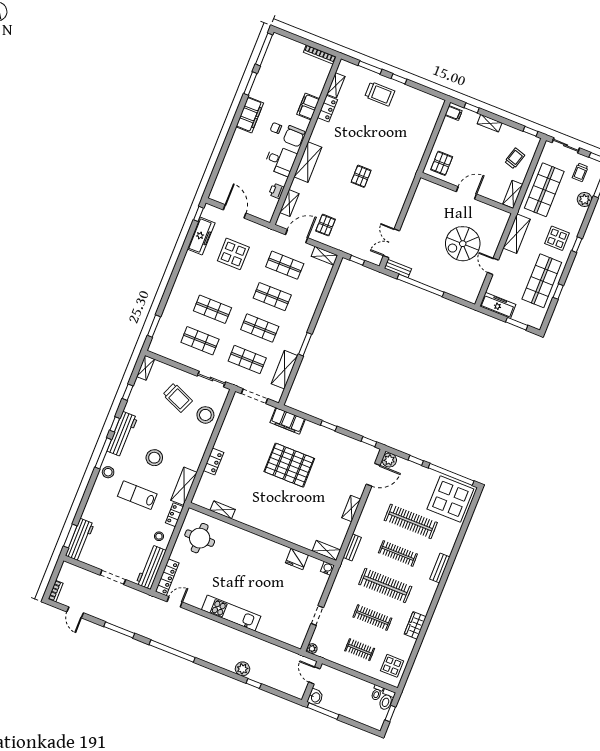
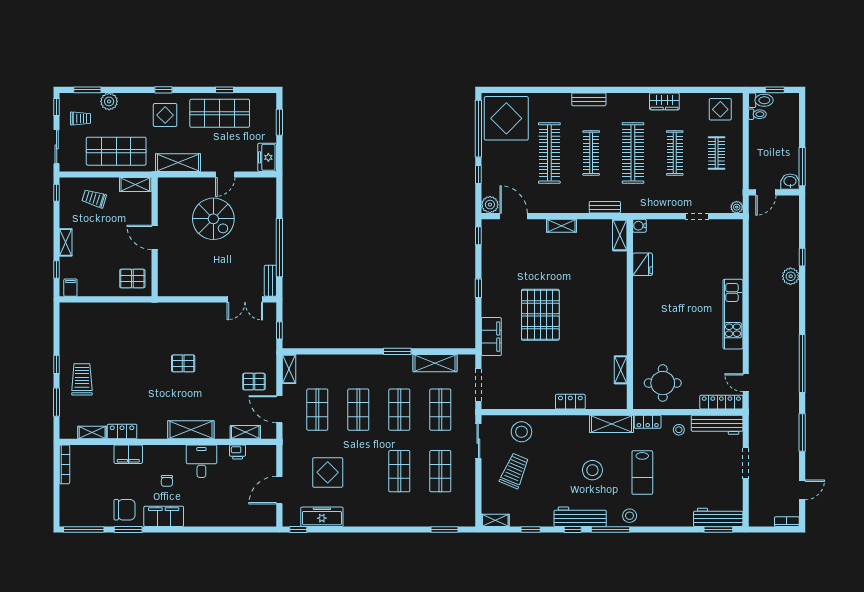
chair: (294, 136) -> (125, 510), moved
freezer: (498, 305) -> (267, 157), width x0.71

